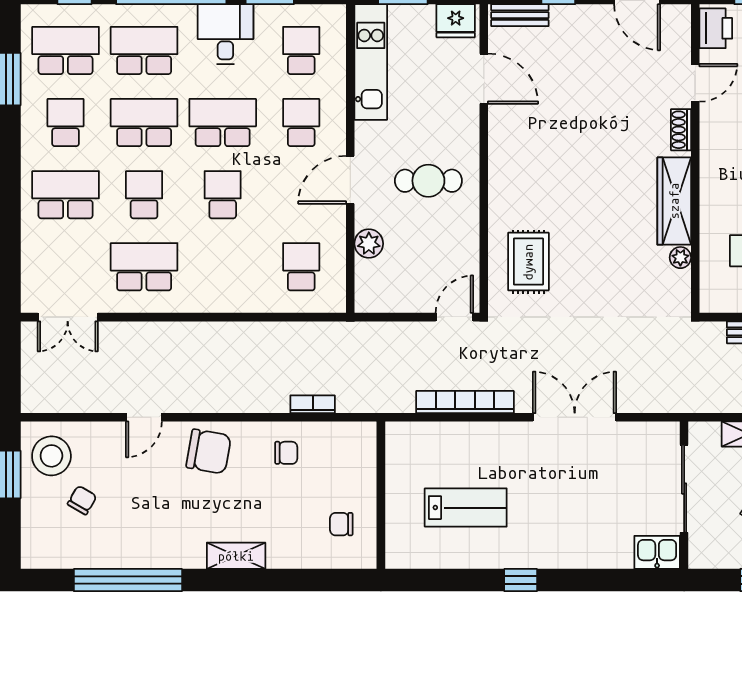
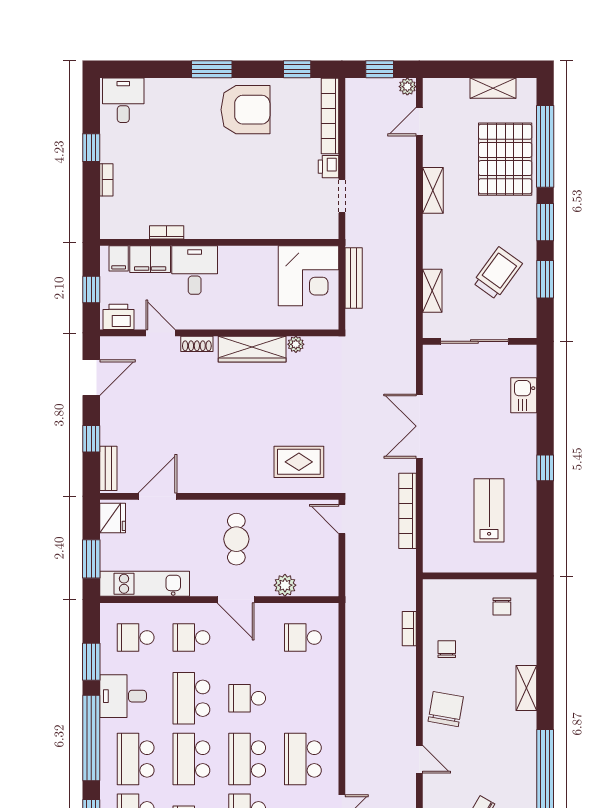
school desk: (144, 195) -> (247, 759), width x1.85
kitchen sink: (657, 552) -> (524, 395), moved

